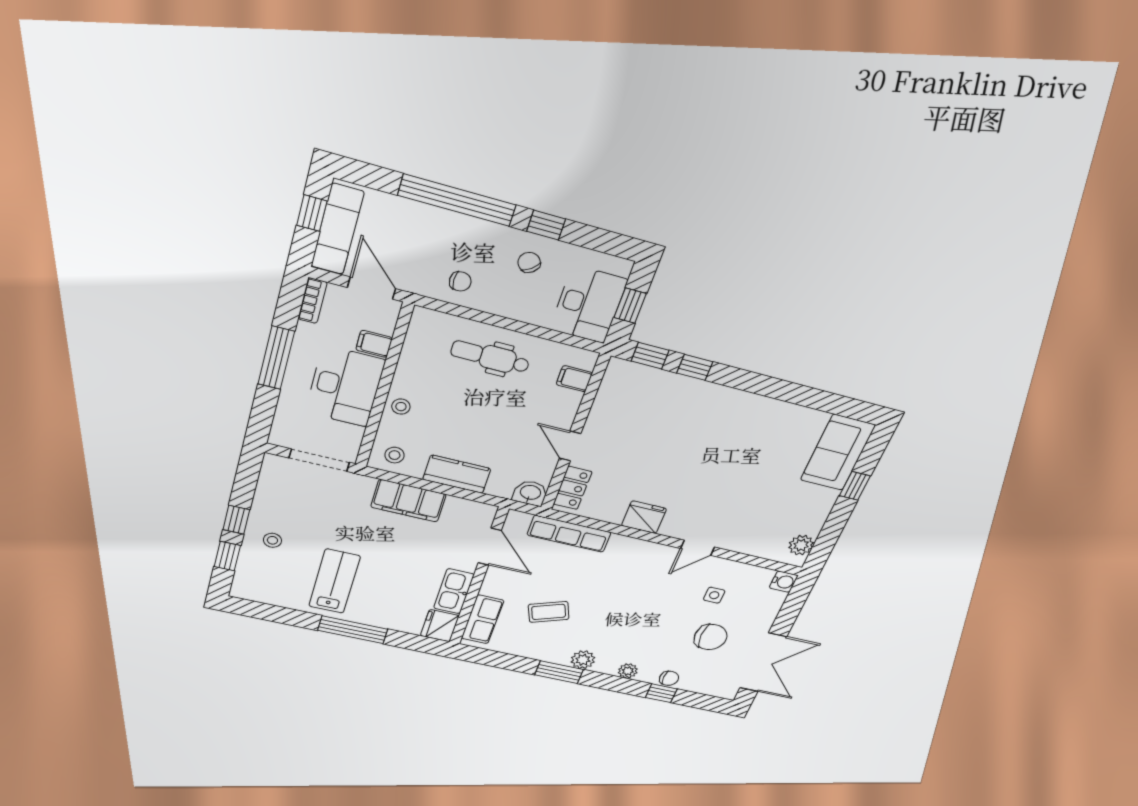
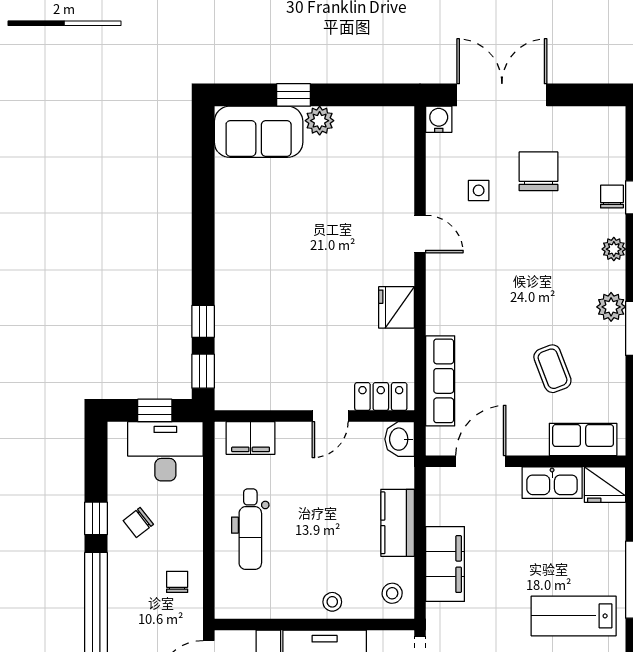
filing cabinet: (574, 379) -> (251, 438), width x2.00
plant: (801, 545) -> (320, 121), moved
double door: (763, 662) -> (502, 95), moved

